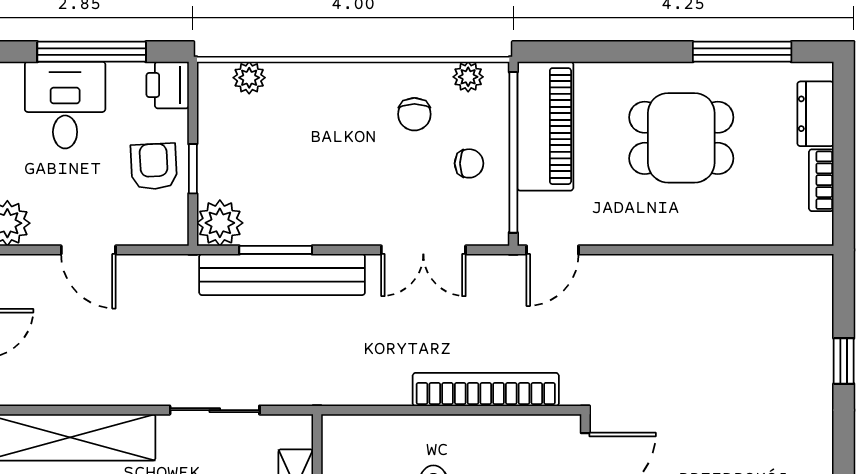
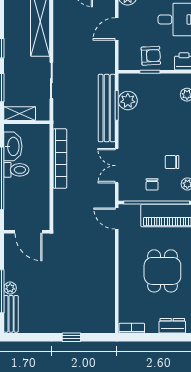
bookcase: (821, 180) -> (132, 328), moved
plant: (220, 223) -> (128, 101), moved
bookcase: (486, 390) -> (60, 159), moved

